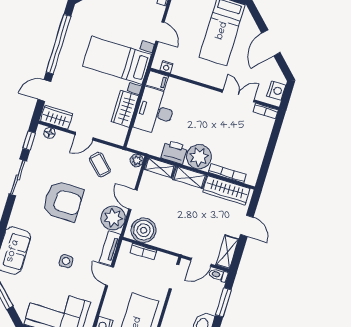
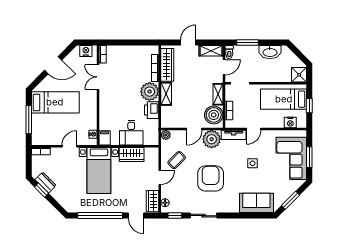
desk: (155, 111) -> (131, 133), width x0.73
door: (84, 136) -> (160, 178), hinge flipped
shelving: (160, 168) -> (218, 94), moved
door: (201, 262) -> (224, 67), hinge flipped

